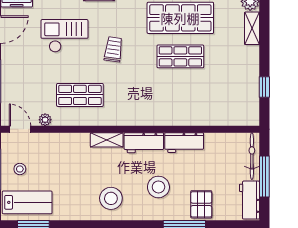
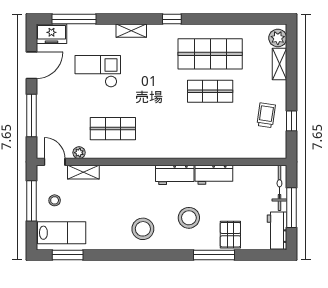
trolley: (113, 49) -> (266, 115), moved
shelving: (107, 140) -> (83, 172), moved

